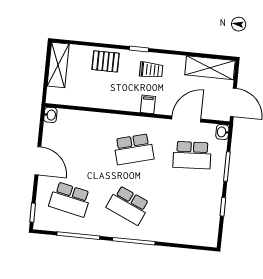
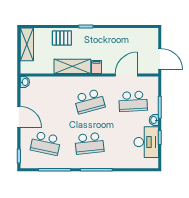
shelving: (210, 68) -> (72, 66), moved
trolley: (151, 70) -> (96, 41), removed
washbasin: (222, 132) -> (154, 120), moved
school desk: (128, 205) -> (89, 143), turned -30
desk: (204, 211) -> (146, 142), added

